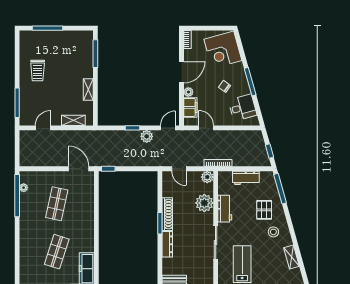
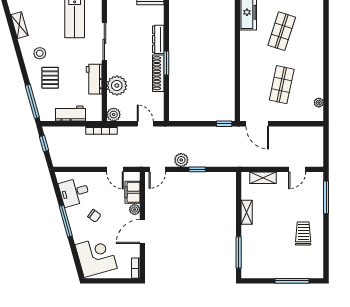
window: (17, 196) -> (326, 94), removed

